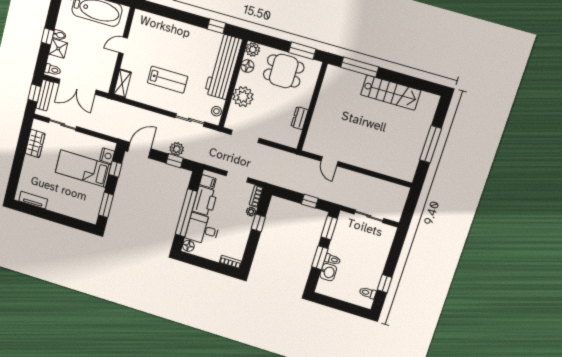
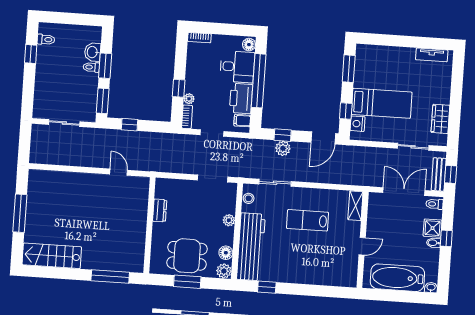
window: (302, 51) -> (187, 282), moved
stairs: (391, 93) -> (52, 256), moved
plant: (243, 97) -> (229, 220), width x0.53, depth x0.53

